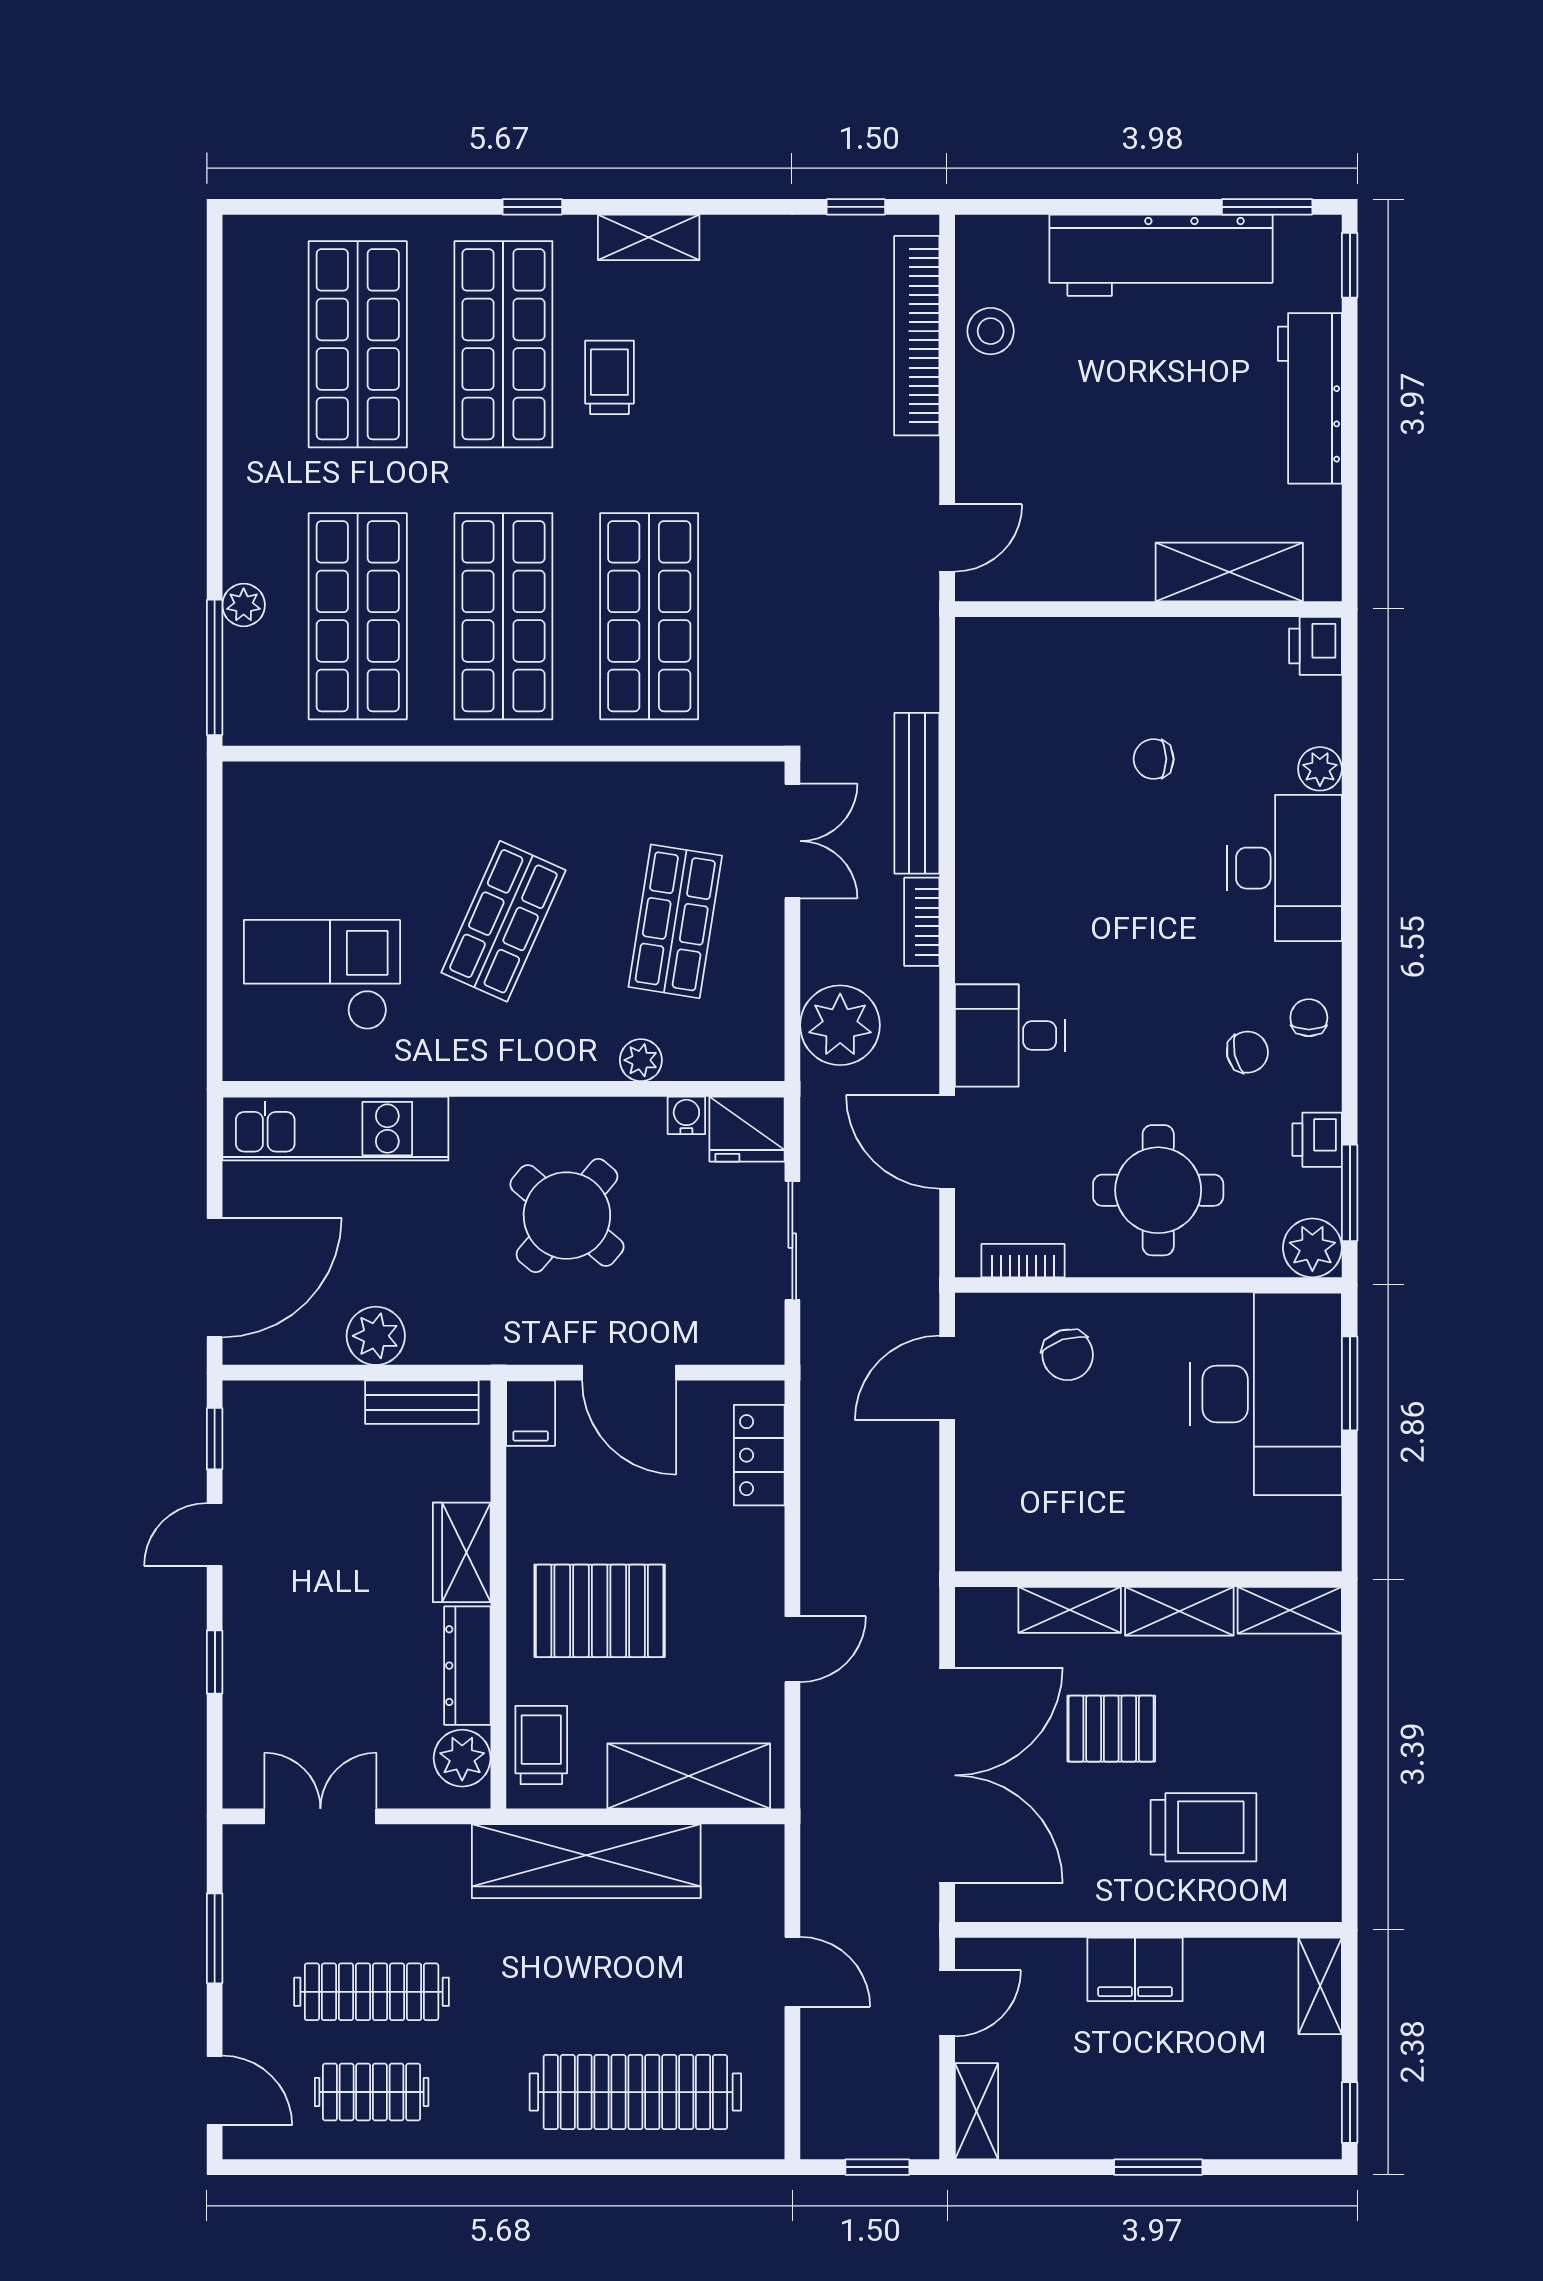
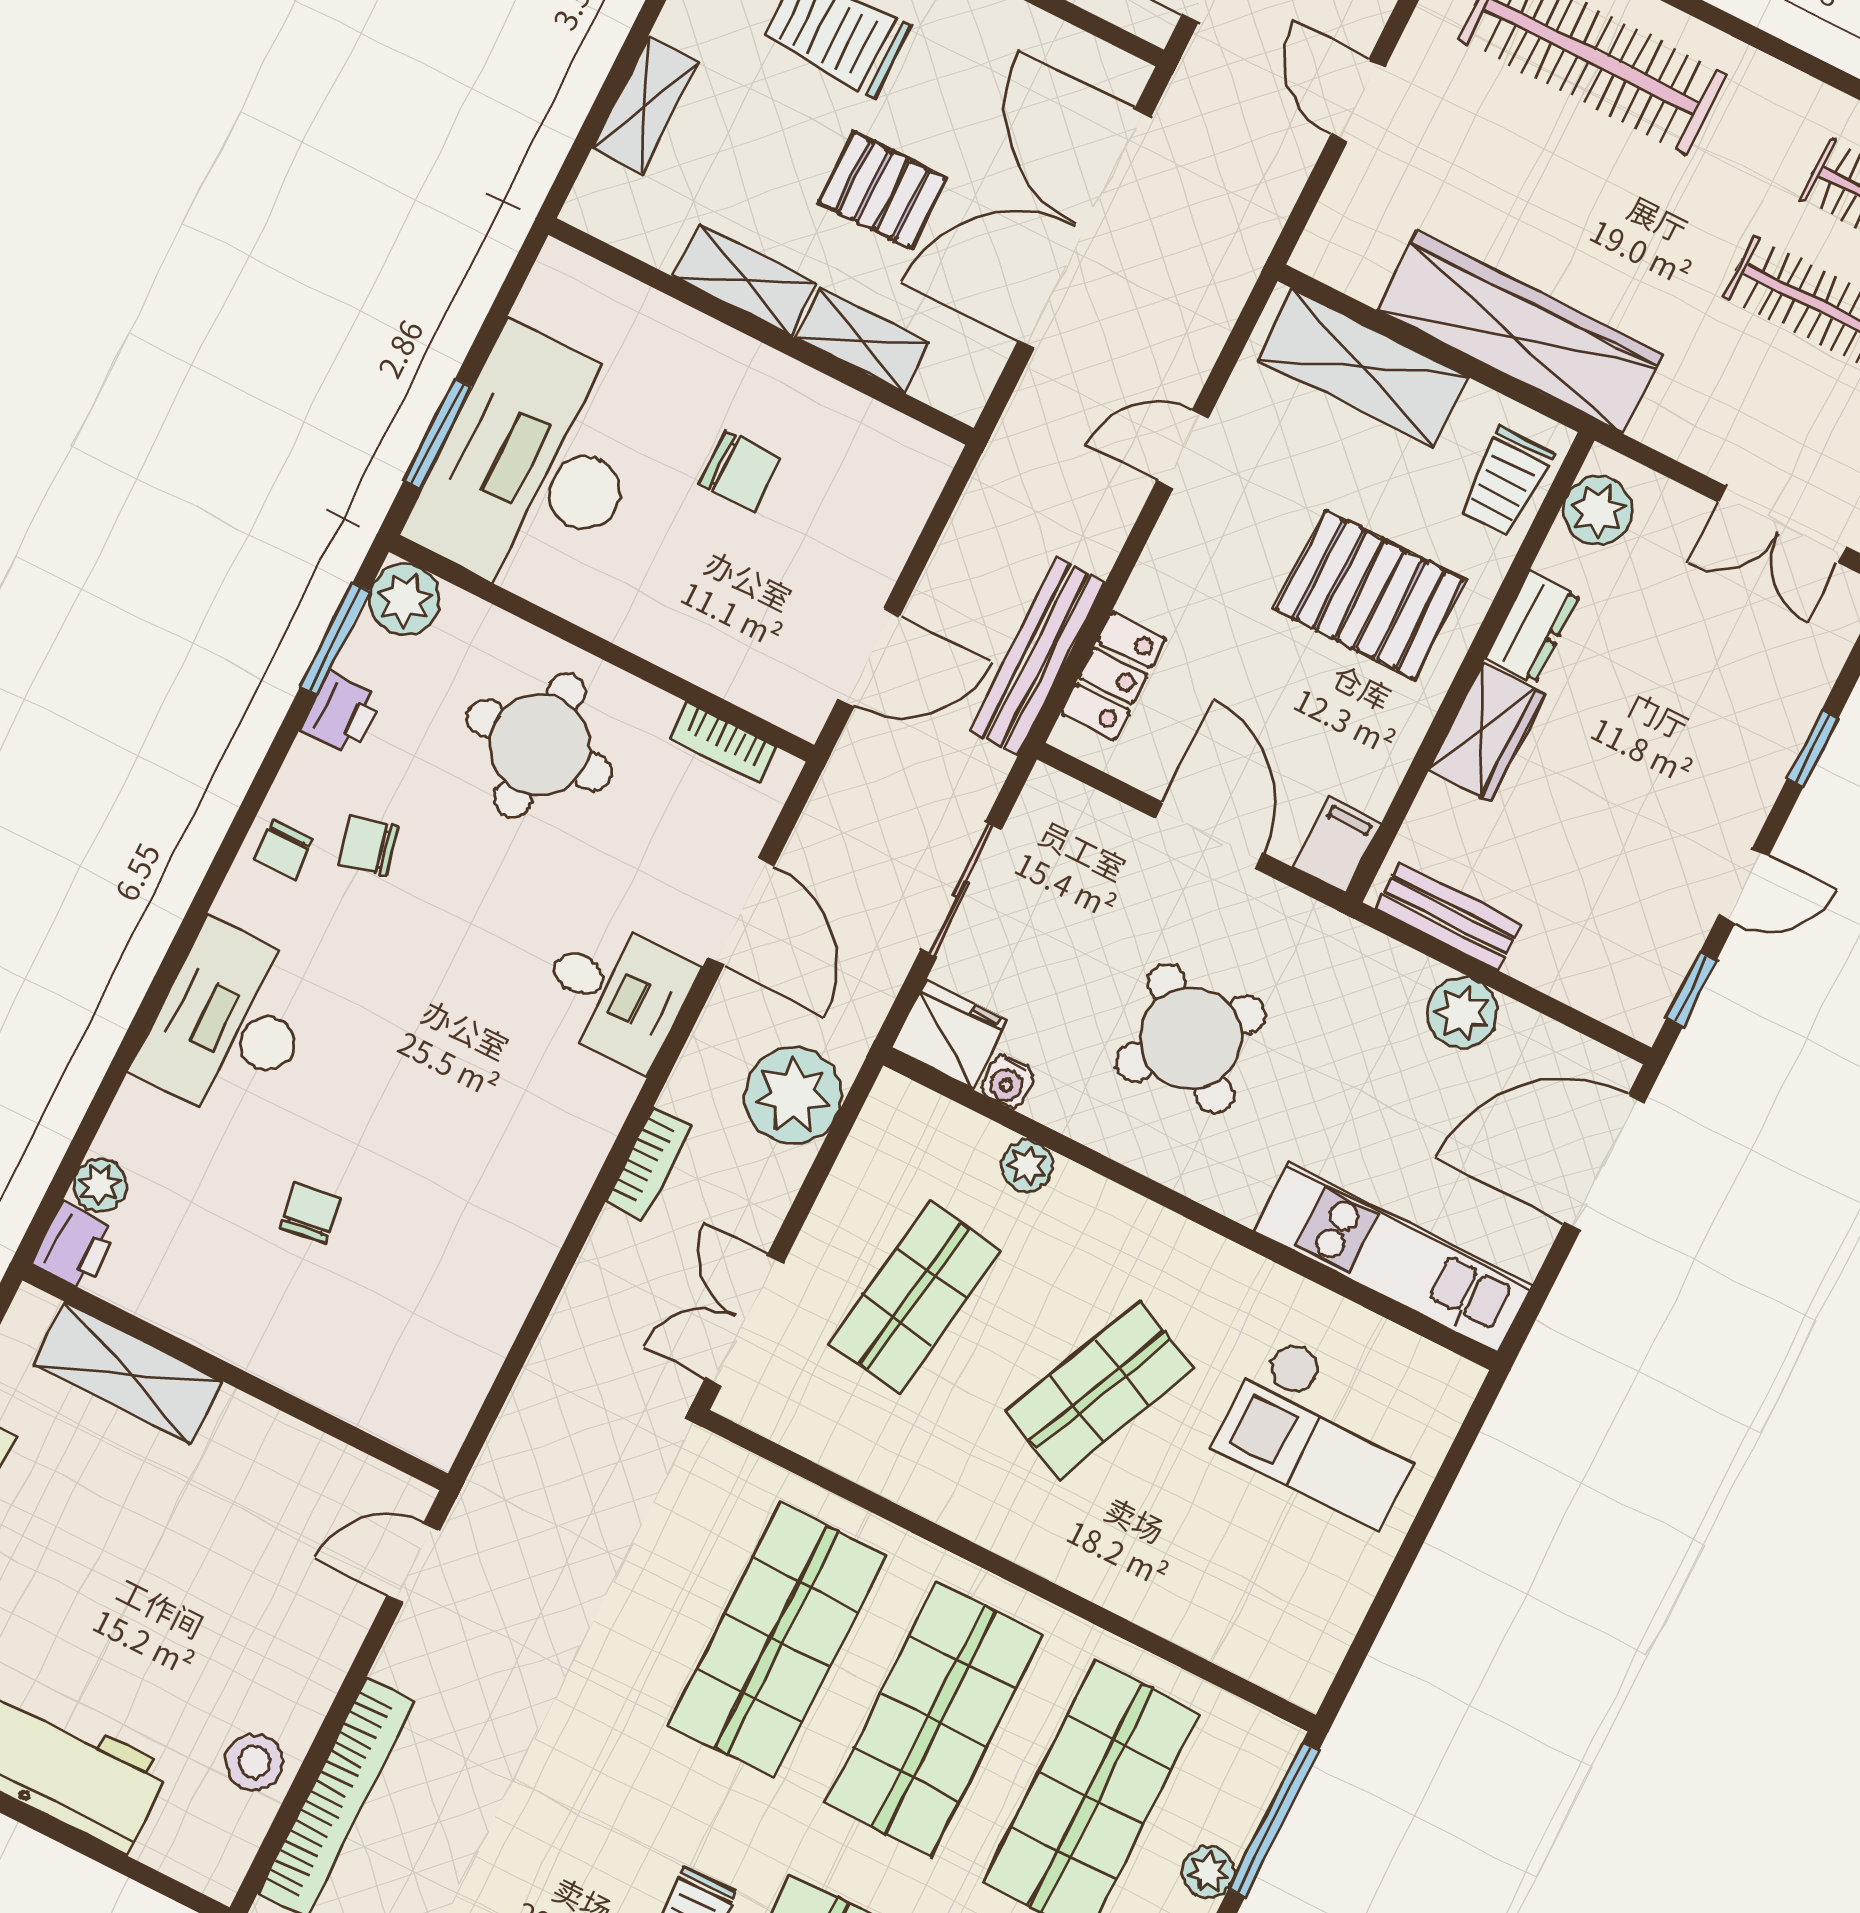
chair: (1154, 759) -> (311, 1213), turned -97
plant: (1320, 769) -> (100, 1185), moved
bench: (917, 793) -> (1037, 657), moved
chair: (1068, 1355) -> (740, 471), moved, turned 108
shelving: (1290, 1610) -> (645, 106), moved, turned 90
dresser: (467, 1666) -> (1532, 627), width x0.70

